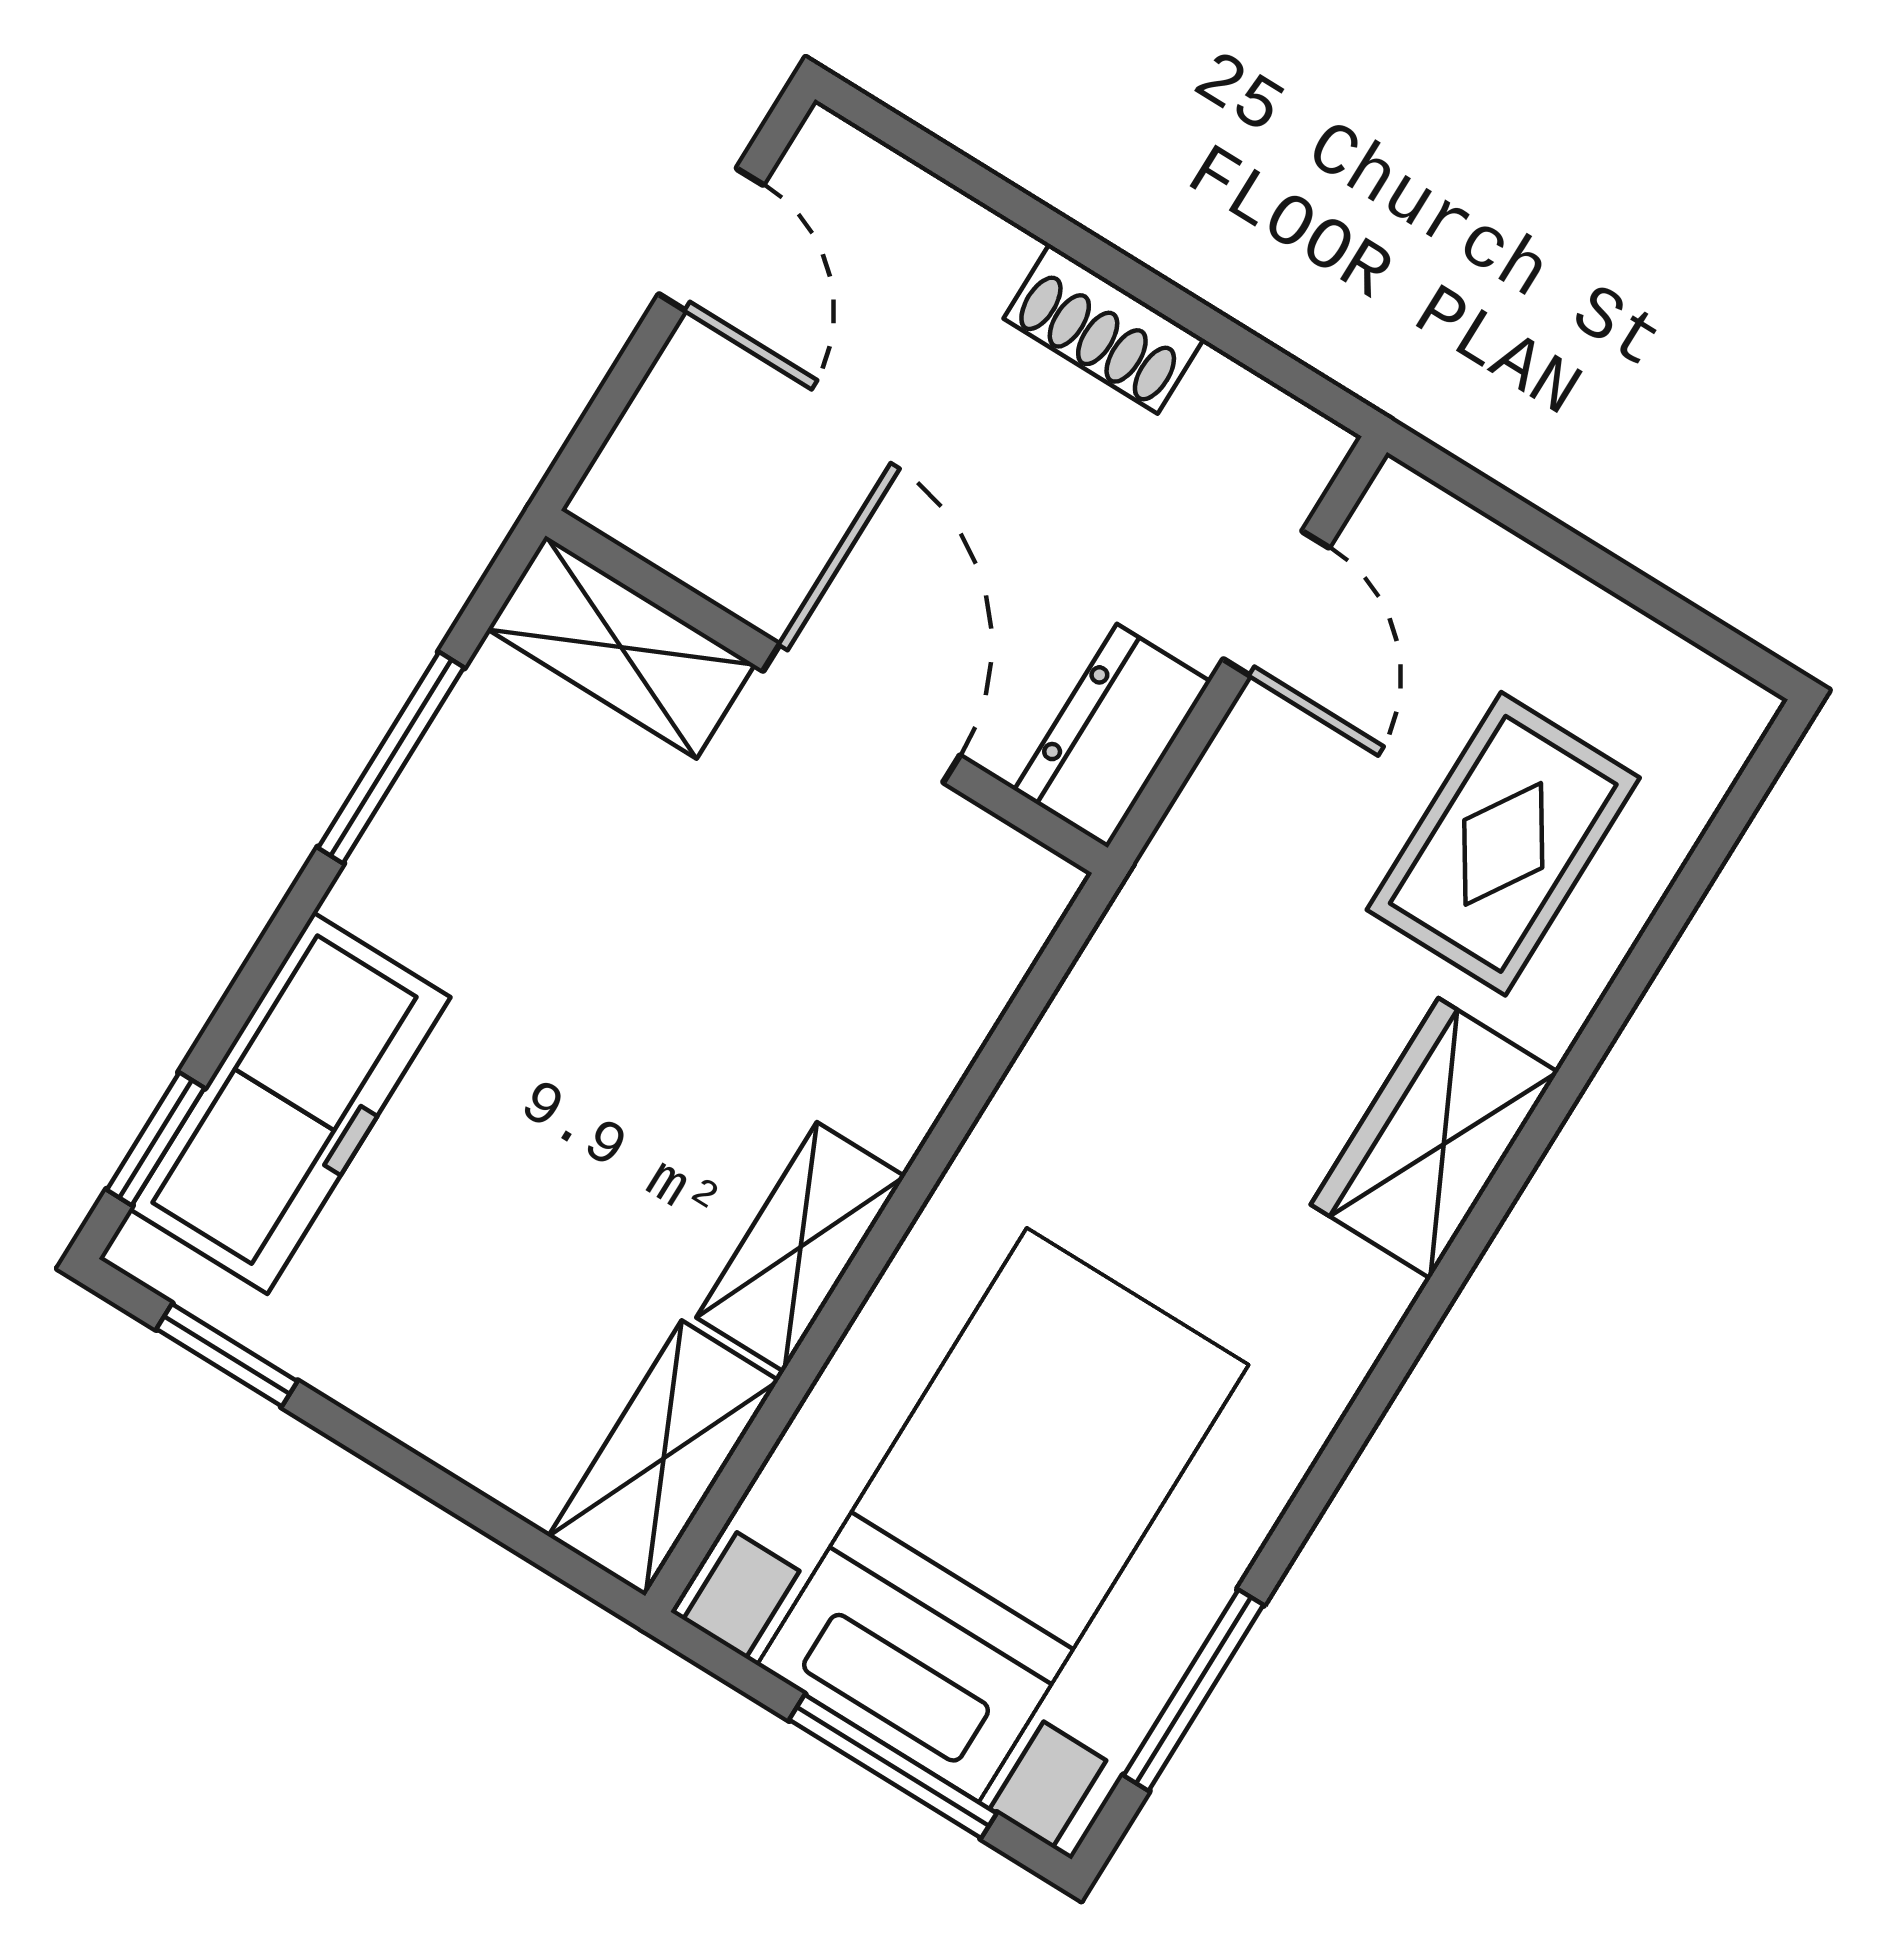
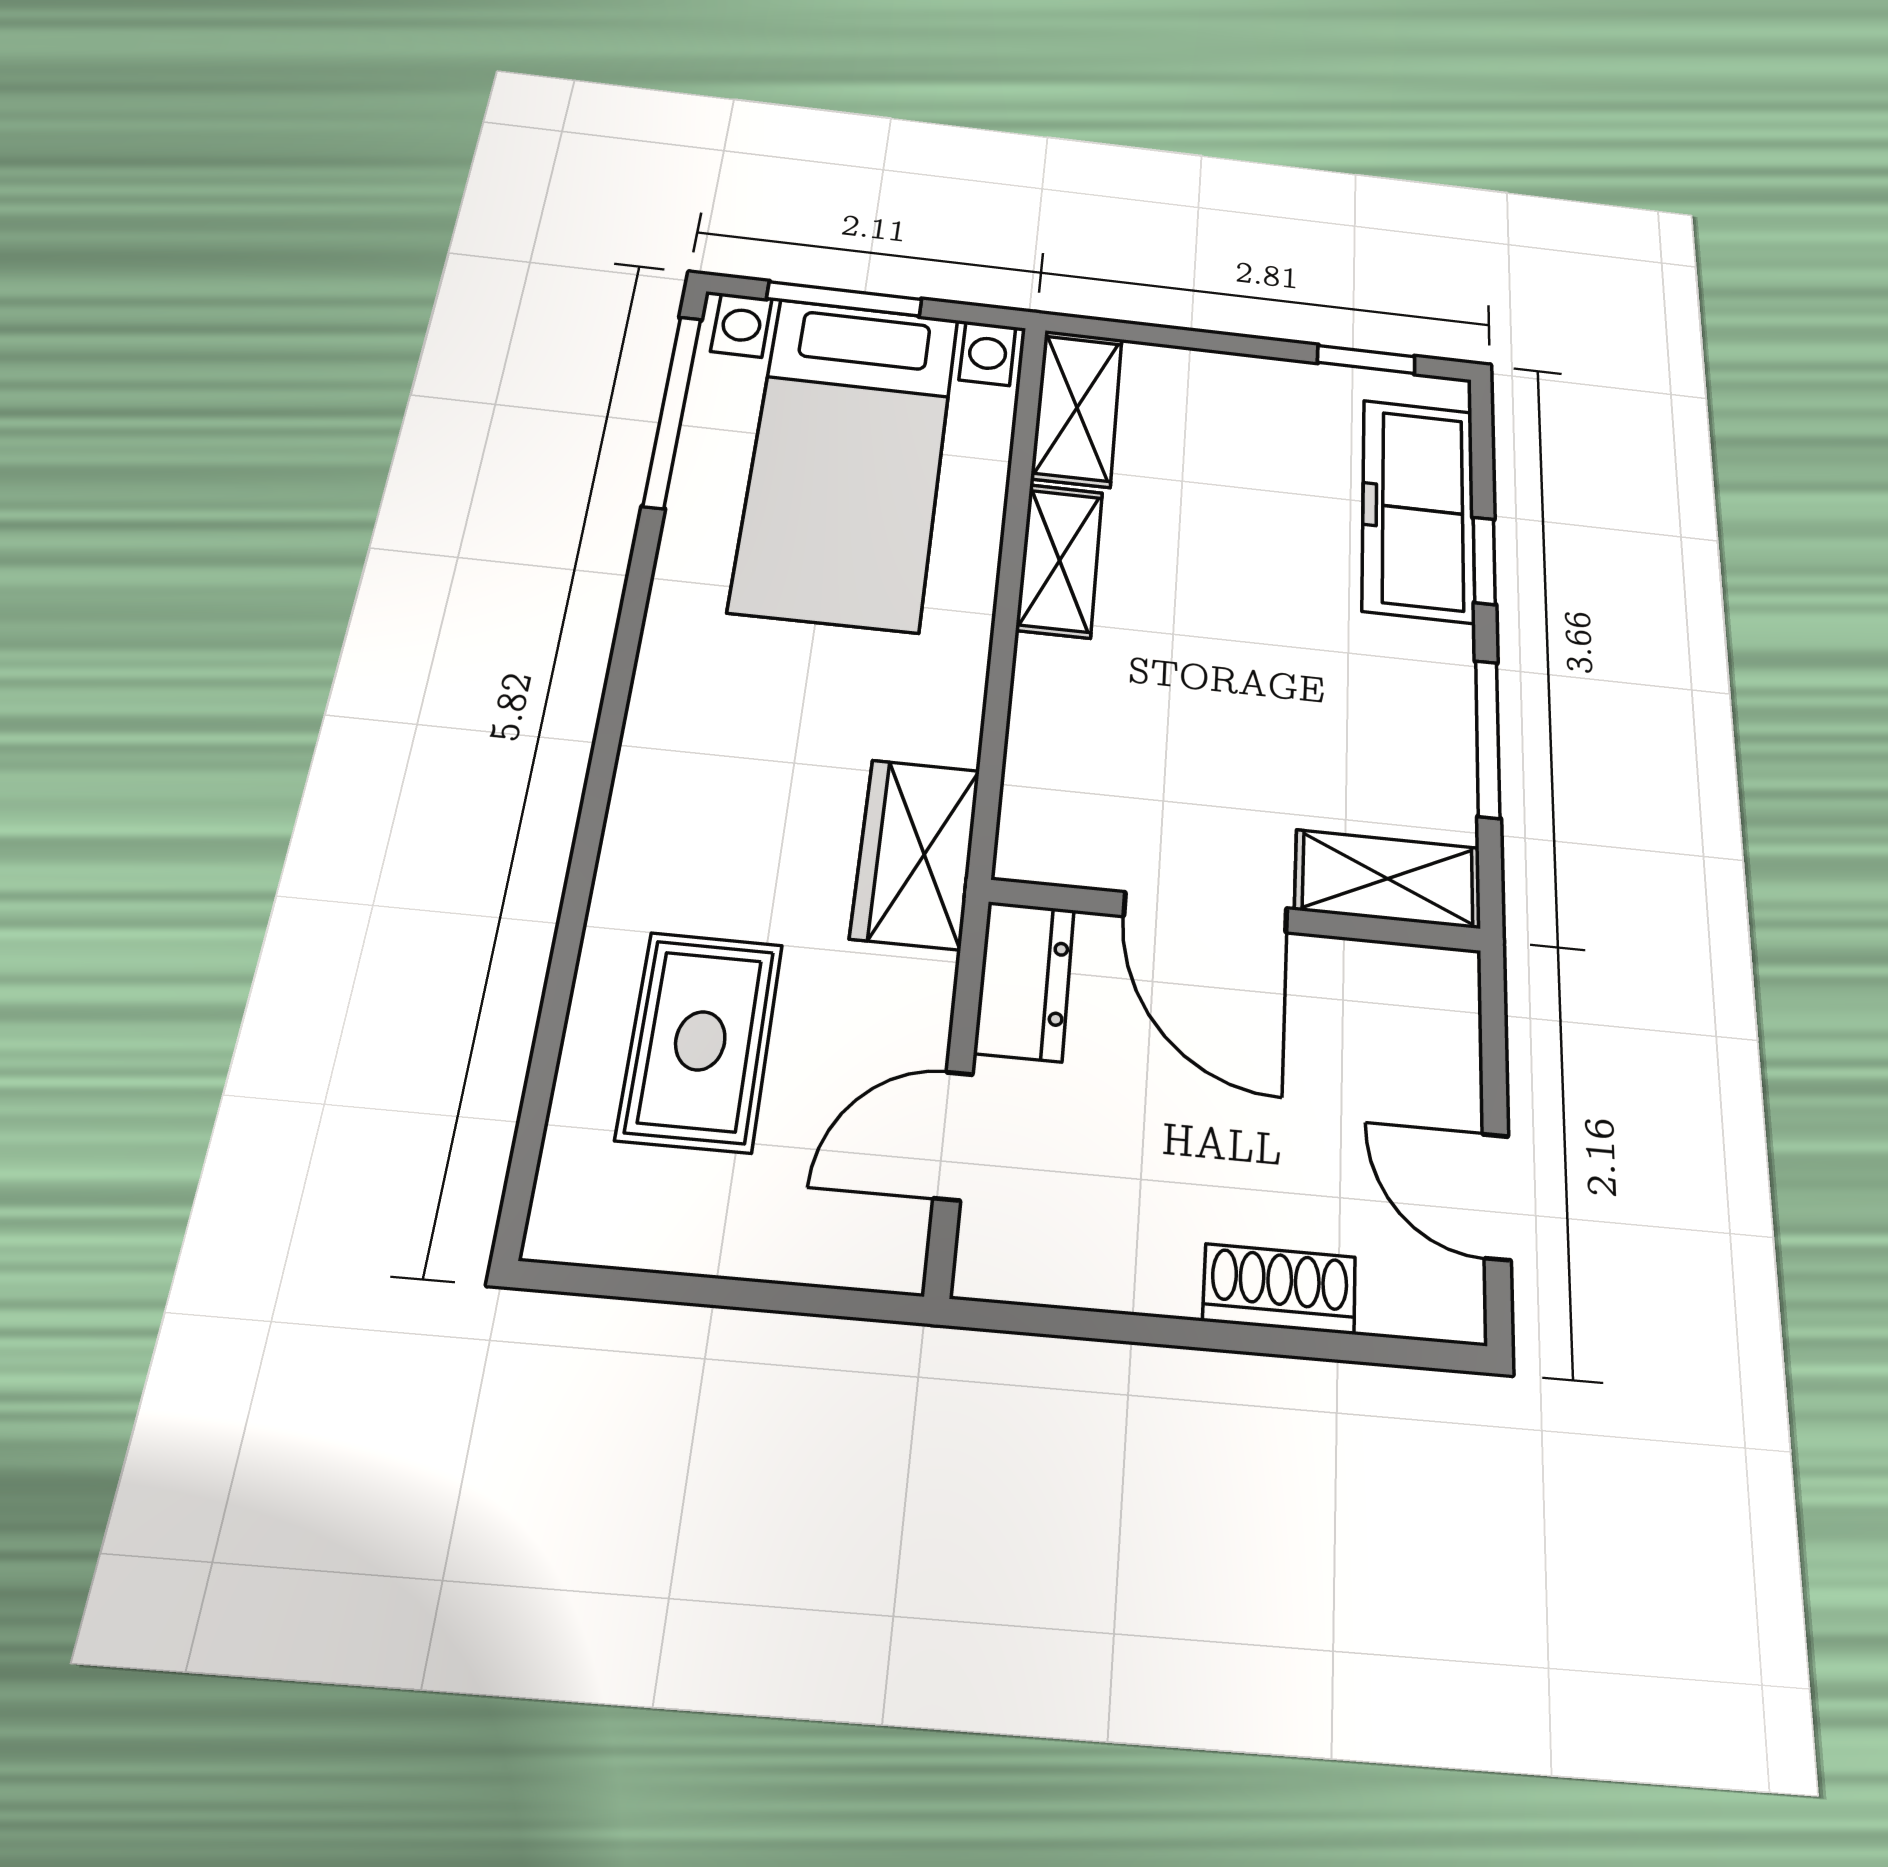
shoe rack: (1104, 329) -> (1279, 1289), moved
door: (1276, 603) -> (953, 1136), hinge flipped
wardrobe: (1434, 1138) -> (916, 853), moved, turned 180
window: (156, 1139) -> (1484, 561), moved
window: (1194, 1690) -> (672, 411), width x1.44

